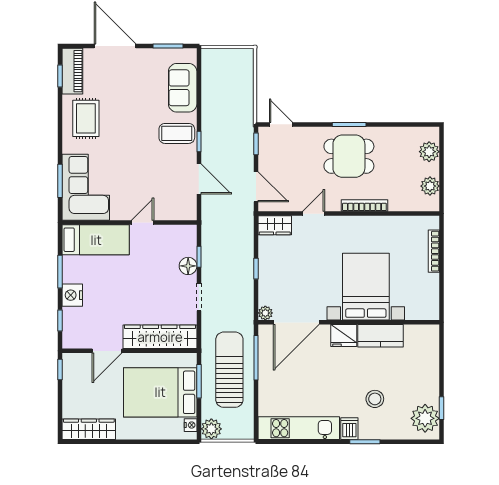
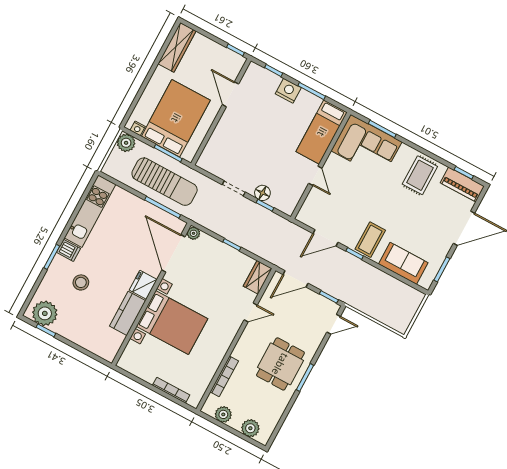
rug: (86, 118) -> (420, 175), turned 90
bookcase: (364, 206) -> (224, 376), moved
door: (314, 214) -> (251, 312), hinge flipped
wardrobe: (160, 337) -> (219, 141), removed

